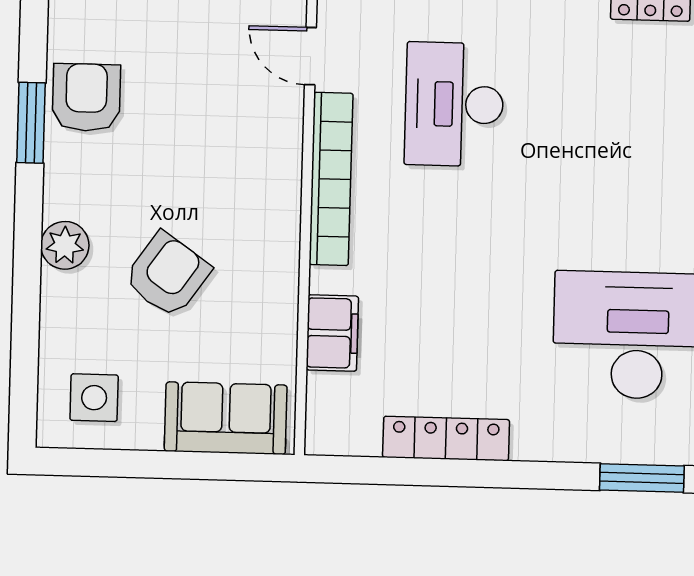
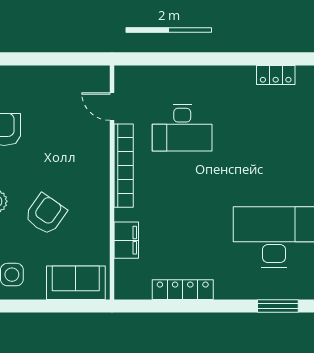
desk: (454, 104) -> (182, 128), turned -90

